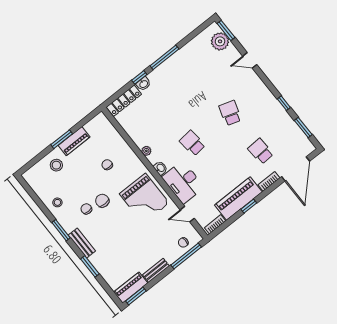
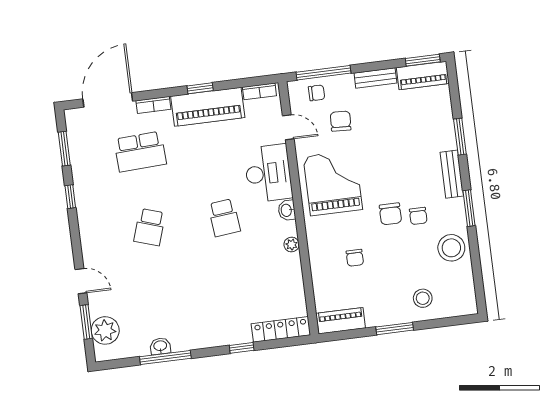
window: (226, 30) -> (86, 322), moved
window: (164, 57) -> (165, 358), moved
washbasin: (143, 84) -> (160, 346), moved
piano: (74, 141) -> (341, 321), moved
school desk: (261, 151) -> (140, 152), width x1.85
stool: (57, 202) -> (451, 248), width x1.89, depth x1.89
chair: (161, 235) -> (341, 121), added

